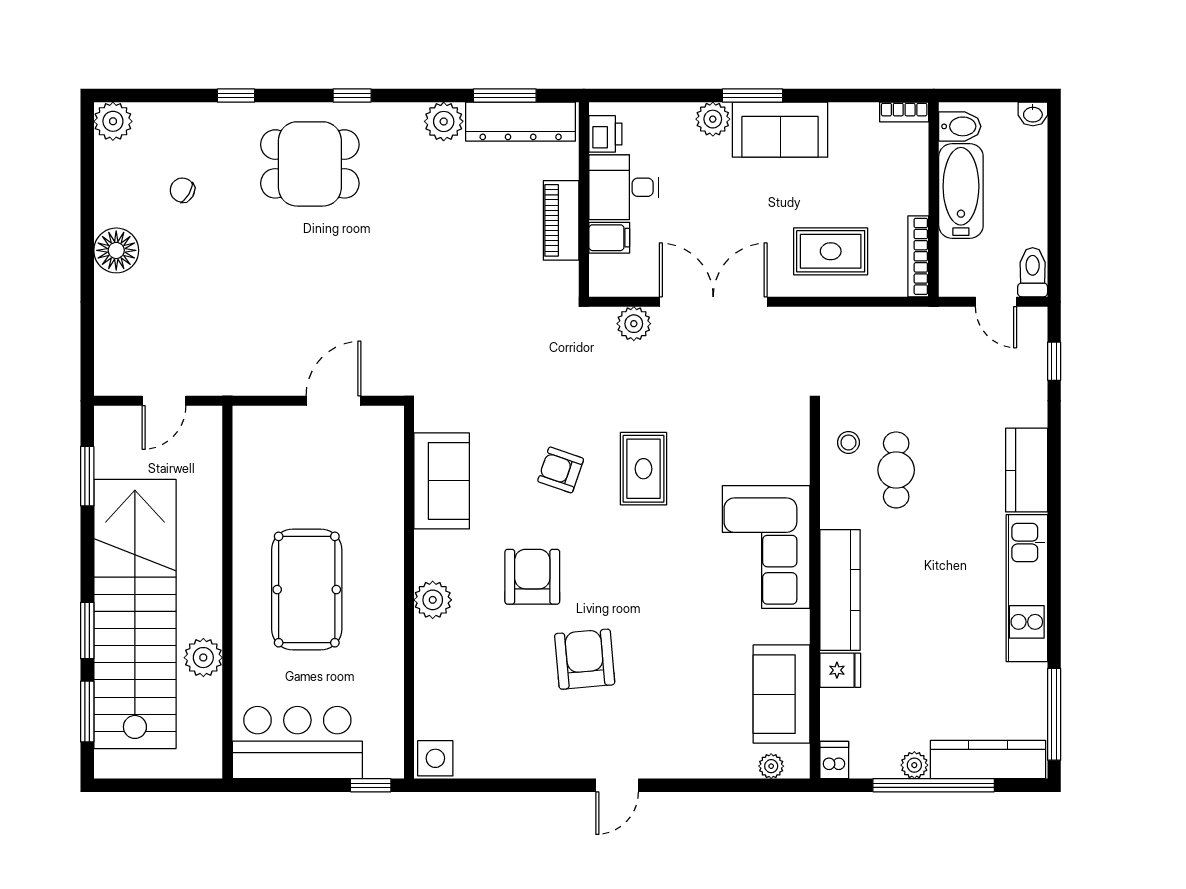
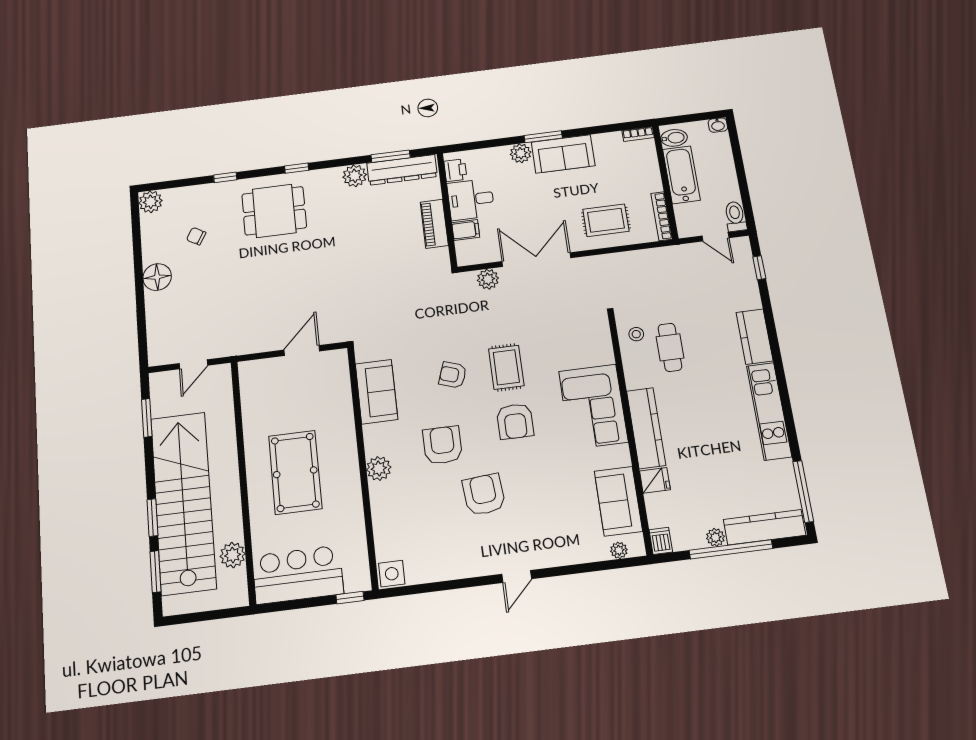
armchair: (646, 554) -> (515, 421), added
plant: (203, 658) -> (233, 555), moved

